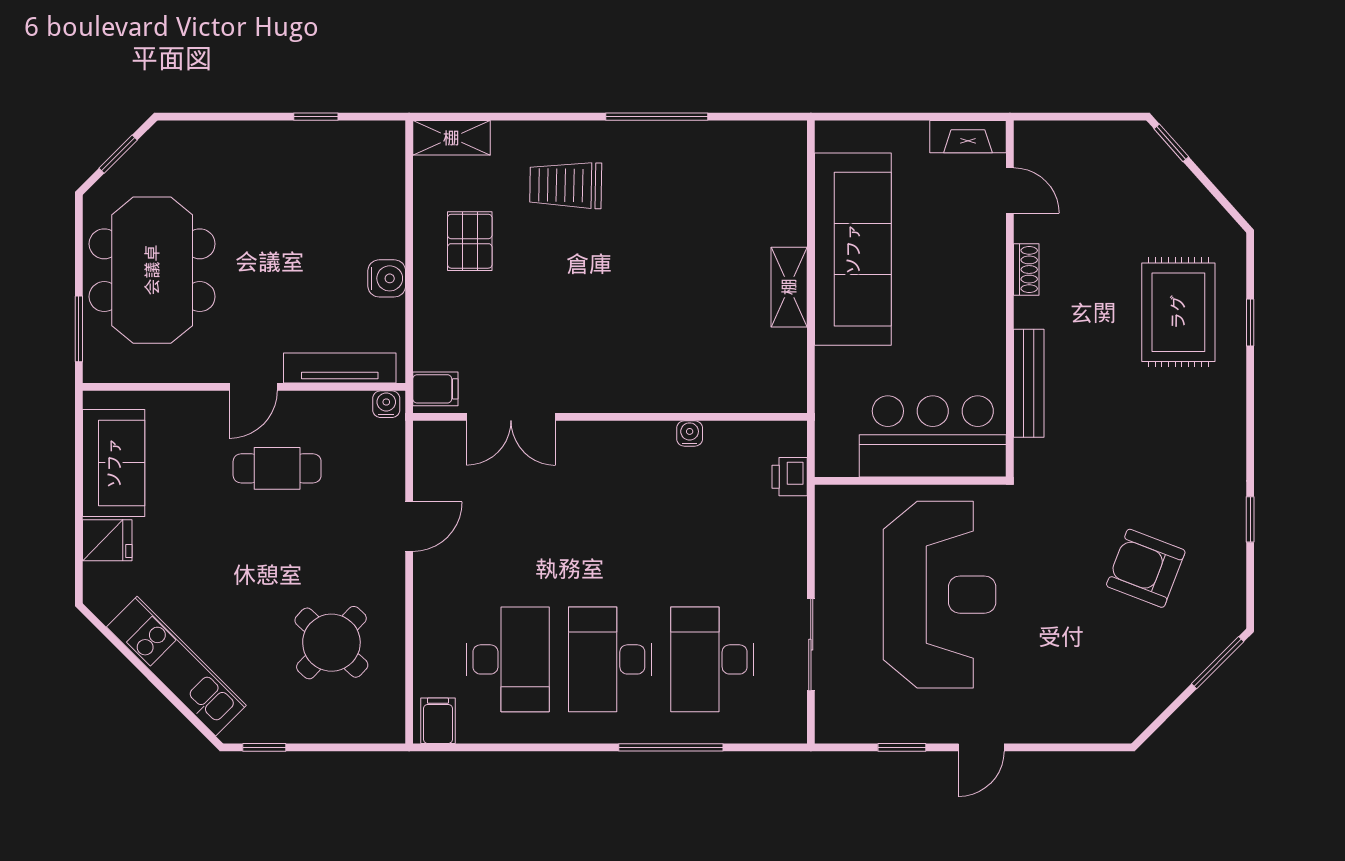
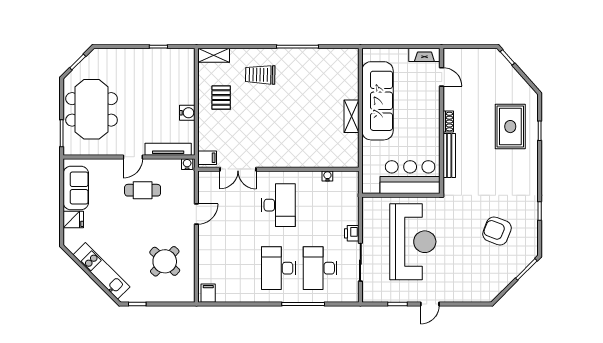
shoe rack: (1026, 270) -> (448, 122), moved
water cooler: (690, 434) -> (327, 176), moved
printer: (790, 477) -> (352, 233), moved
desk: (508, 659) -> (278, 205), moved

